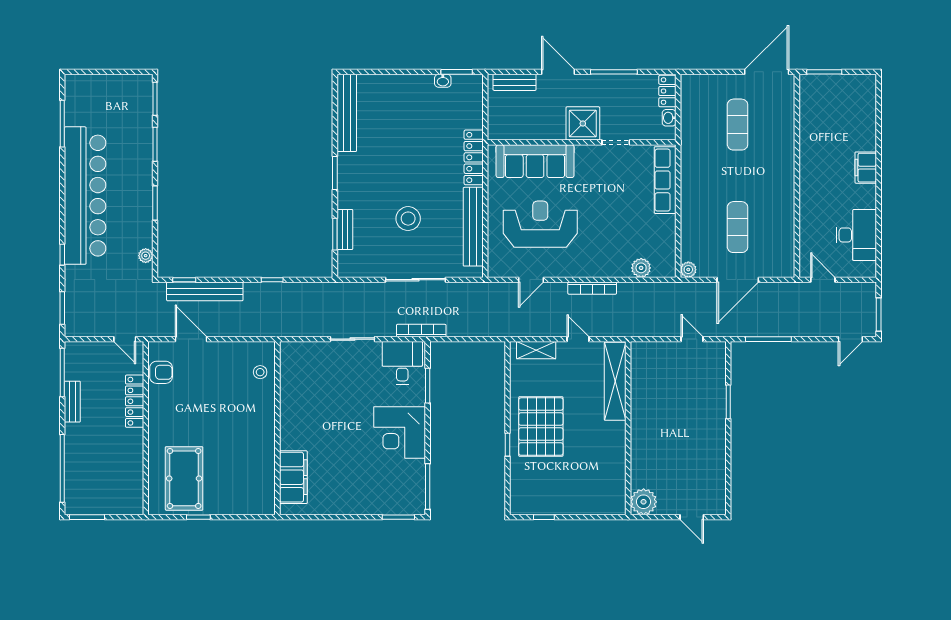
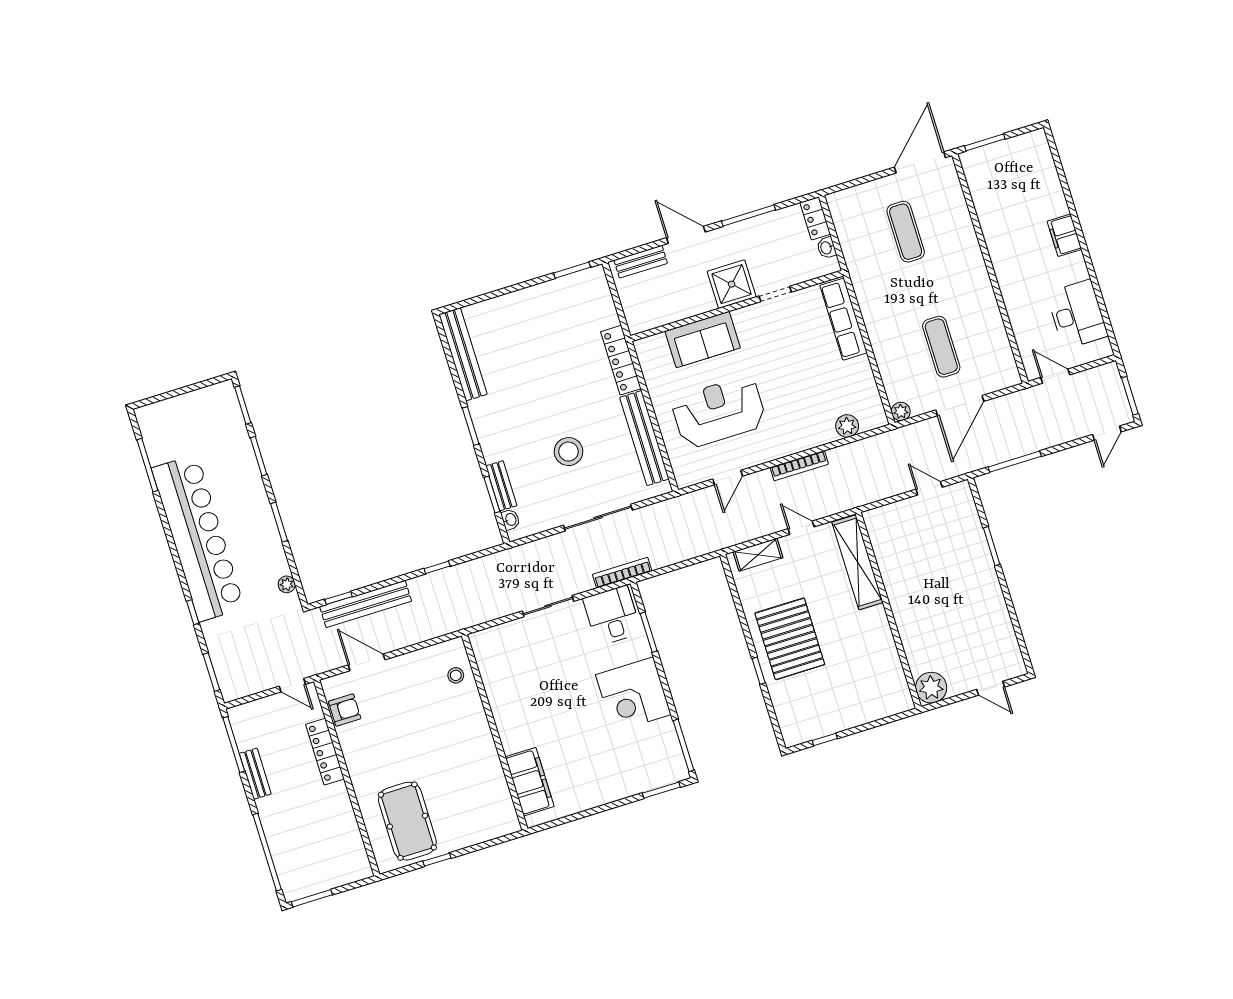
washbasin: (443, 81) -> (510, 520), moved, turned -90
sofa: (535, 161) -> (703, 339), width x0.73

